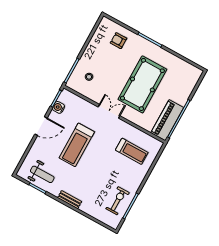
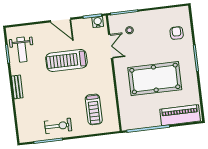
water cooler: (58, 107) -> (98, 22), moved
double door: (109, 111) -> (111, 46), moved
piano: (167, 120) -> (180, 115), moved
exercise bike: (118, 201) -> (58, 126), moved

